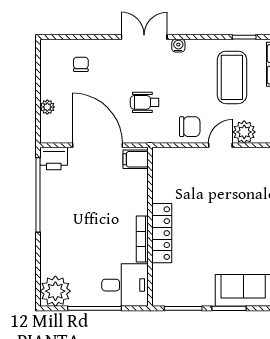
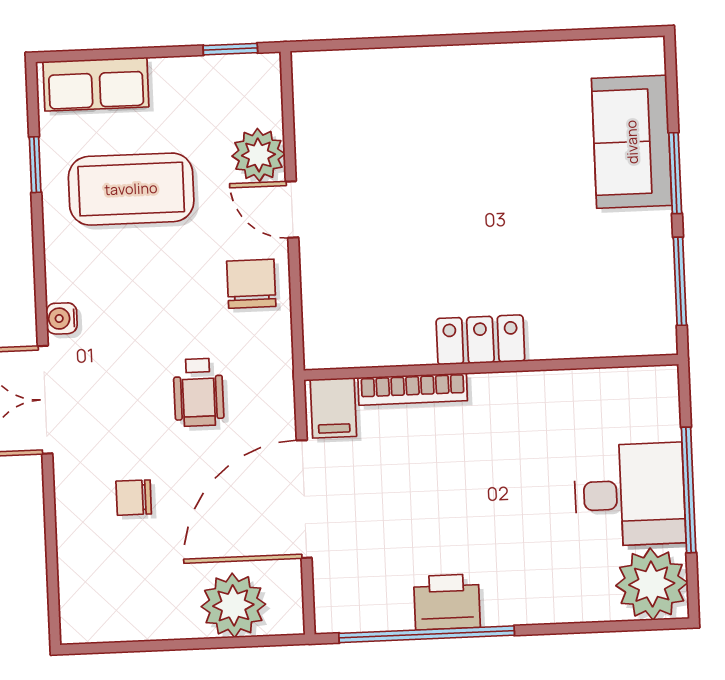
chair: (81, 64) -> (134, 498), moved
plant: (47, 107) -> (233, 605), width x1.88, depth x1.88
printer: (54, 159) -> (447, 602), moved, turned -90
locker: (162, 233) -> (480, 340), width x0.66
bookcase: (142, 239) -> (413, 389), moved
desk: (125, 285) -> (630, 495), moved, turned 90

